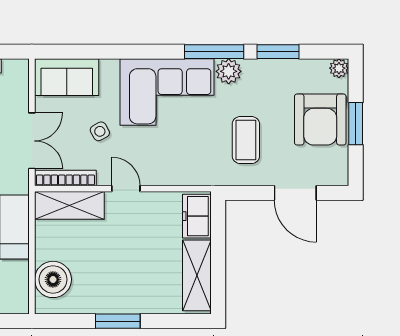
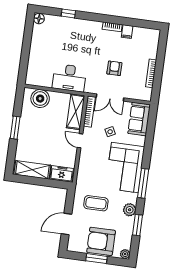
window: (214, 52) -> (143, 183), moved
plant: (229, 71) -> (130, 210), moved
door: (126, 189) -> (80, 141), swing flipped

